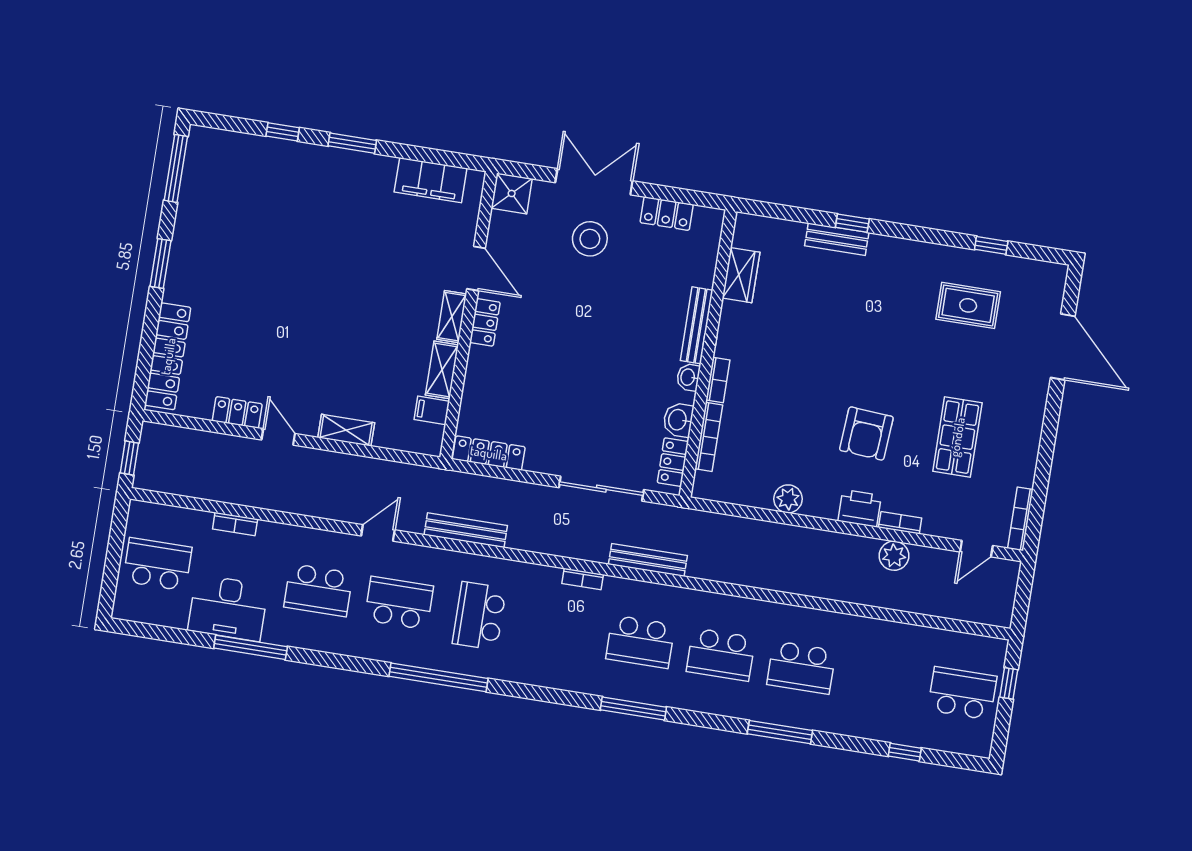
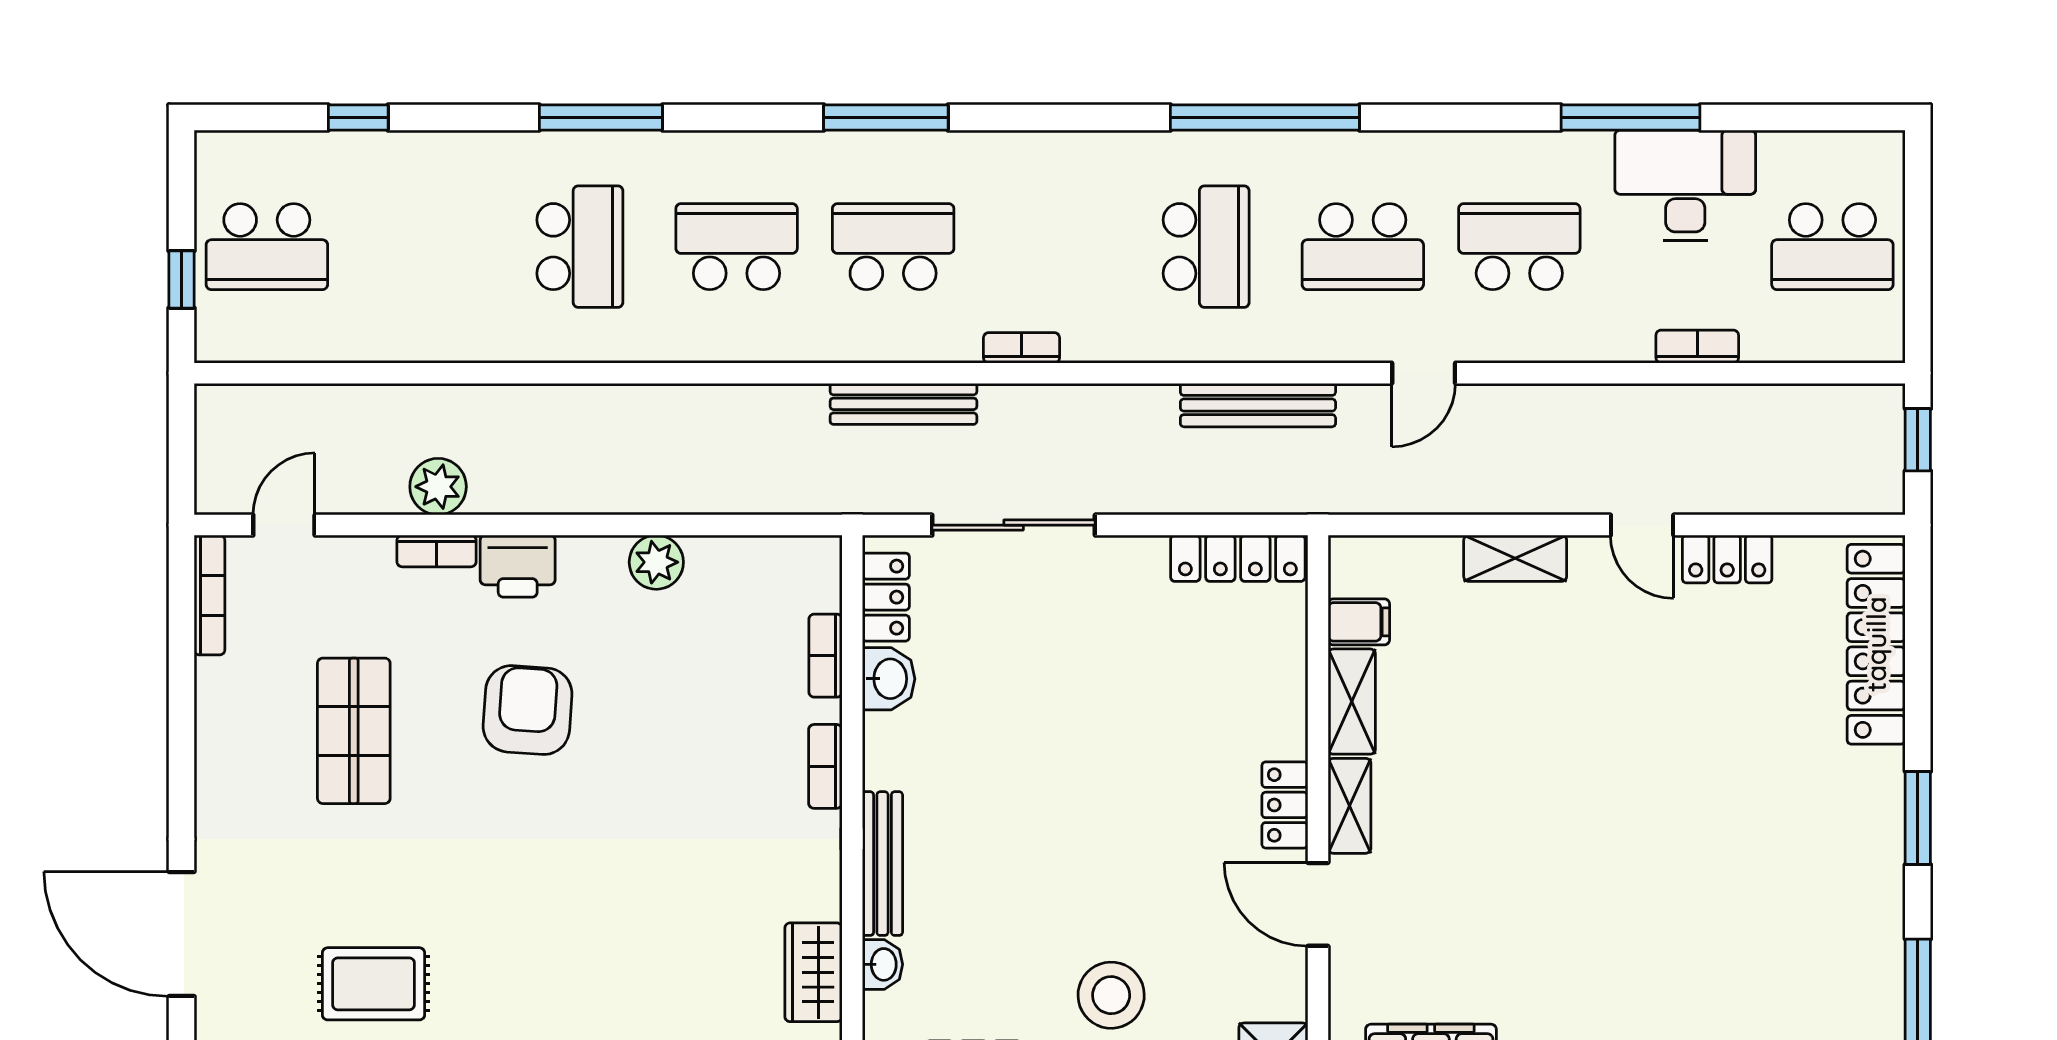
washbasin: (688, 377) -> (882, 964), moved
bookcase: (709, 437) -> (825, 656), width x0.64
school desk: (801, 667) -> (580, 247), turned 90

